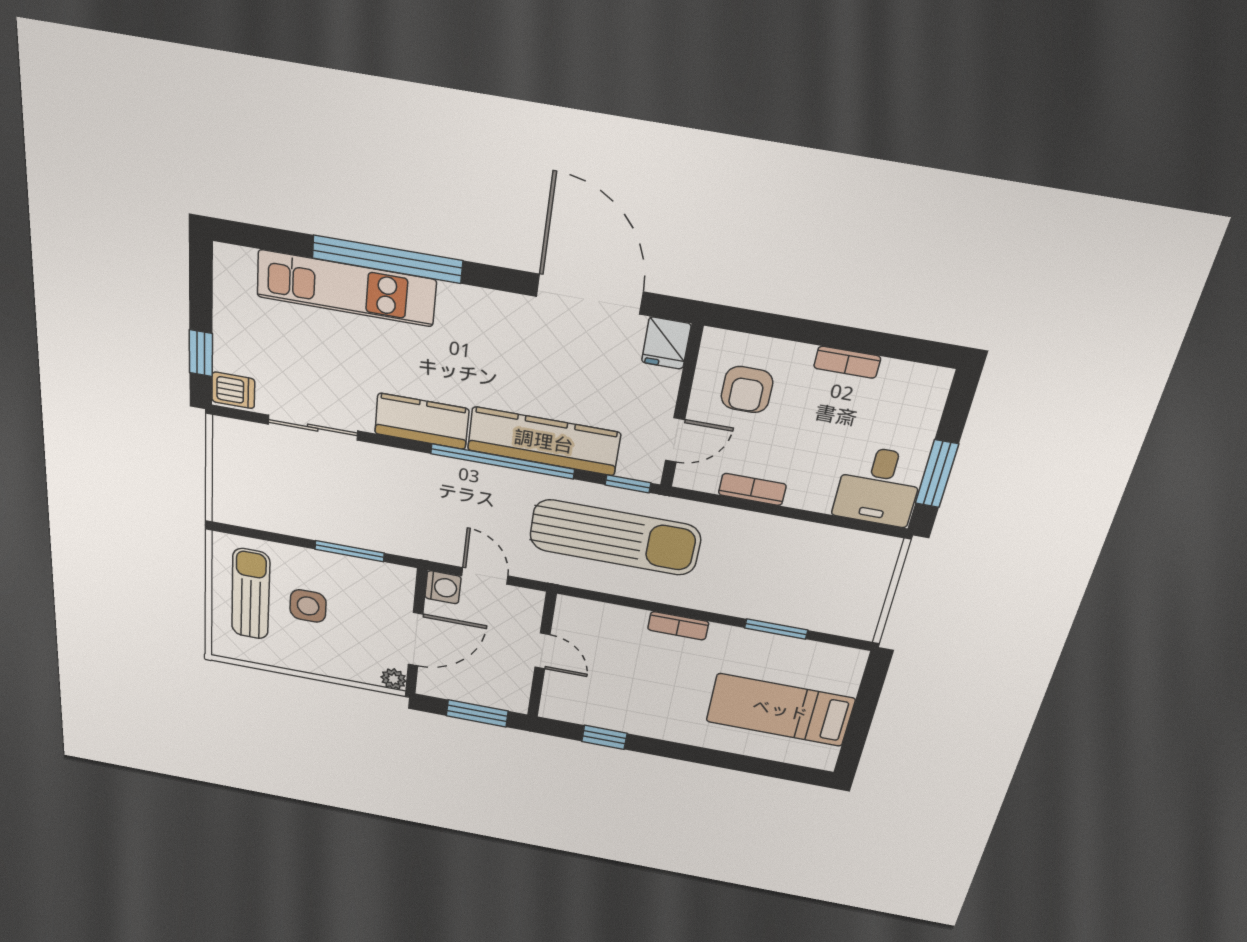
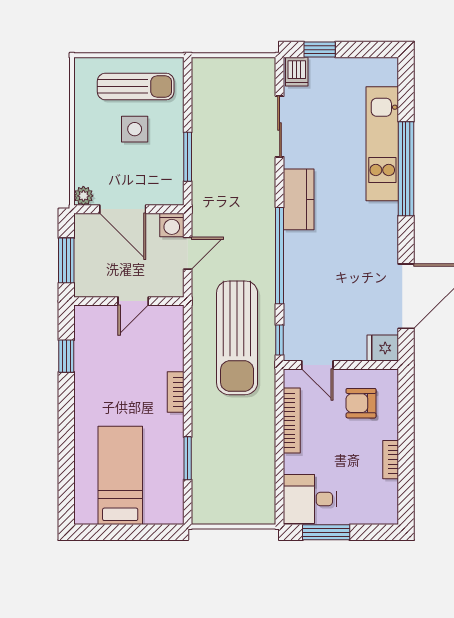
kitchen counter: (544, 441) -> (300, 281), removed
bookcase: (752, 489) -> (292, 421), width x1.56

